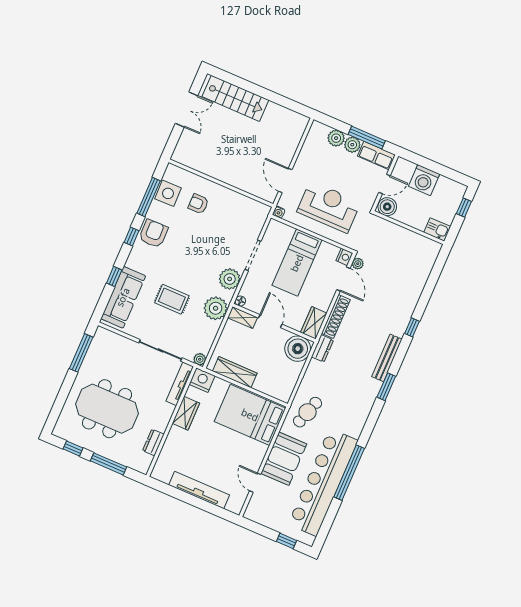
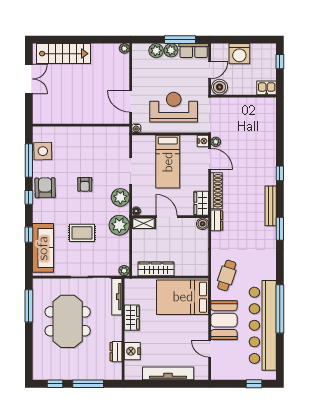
plant: (303, 121) -> (124, 48), added
armchair: (198, 204) -> (85, 184), moved, turned -90
boiler: (298, 349) -> (203, 224), width x0.54, depth x0.54
nightstand: (202, 380) -> (132, 351), moved, turned -90
meeting table: (107, 409) -> (68, 321), moved, turned 90

